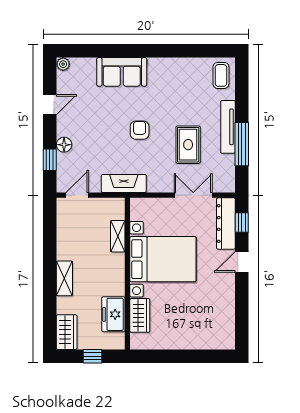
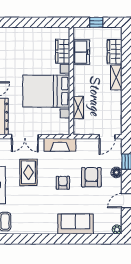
armchair: (140, 130) -> (63, 183), turned 180
armchair: (99, 138) -> (91, 177), added
fireplace: (124, 184) -> (60, 145), moved
wardrobe: (67, 332) -> (115, 52), moved

